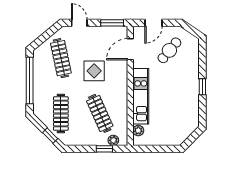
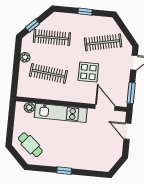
cafe table: (169, 50) -> (30, 145), moved
window: (30, 81) -> (85, 12), width x0.32
clothes rail: (100, 113) -> (48, 73), turned 30
plant: (113, 140) -> (25, 57), moved
window: (104, 149) -> (15, 75), removed

